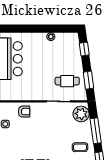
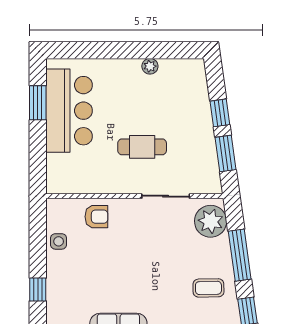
window: (84, 49) -> (220, 113), moved
cafe table: (67, 81) -> (142, 147), moved

